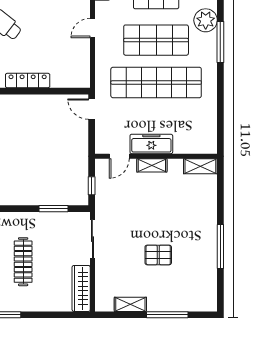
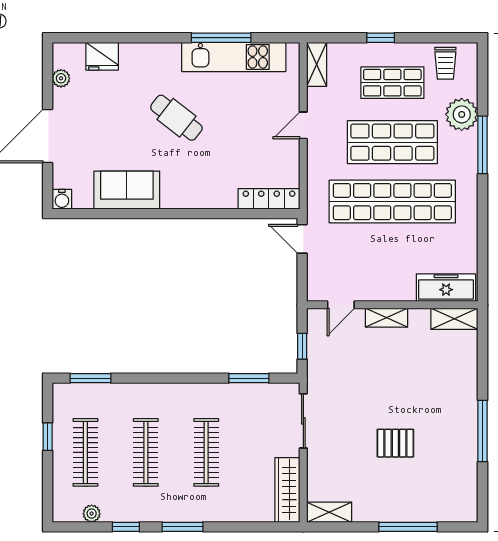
locker: (28, 81) -> (269, 199), moved
freezer: (151, 144) -> (446, 288), moved
shelving: (130, 304) -> (329, 512), moved

